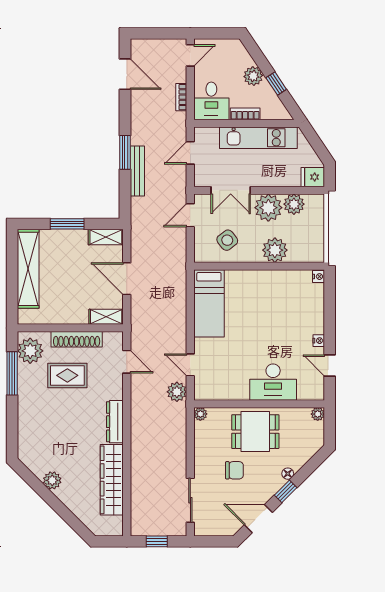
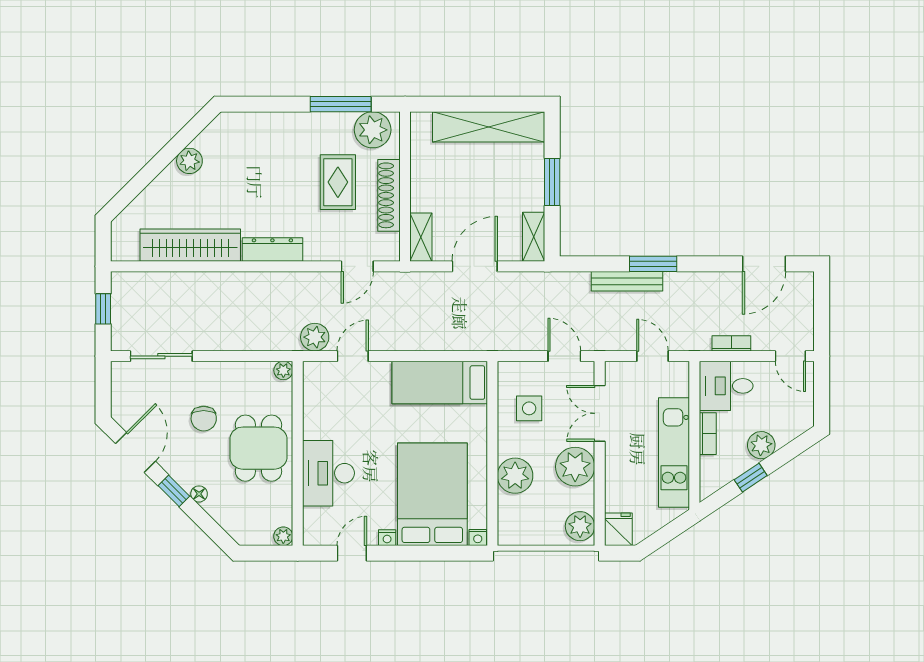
plant: (294, 204) -> (580, 526), moved
side table: (227, 240) -> (529, 408), turned 38
bed: (288, 309) -> (432, 494), added

